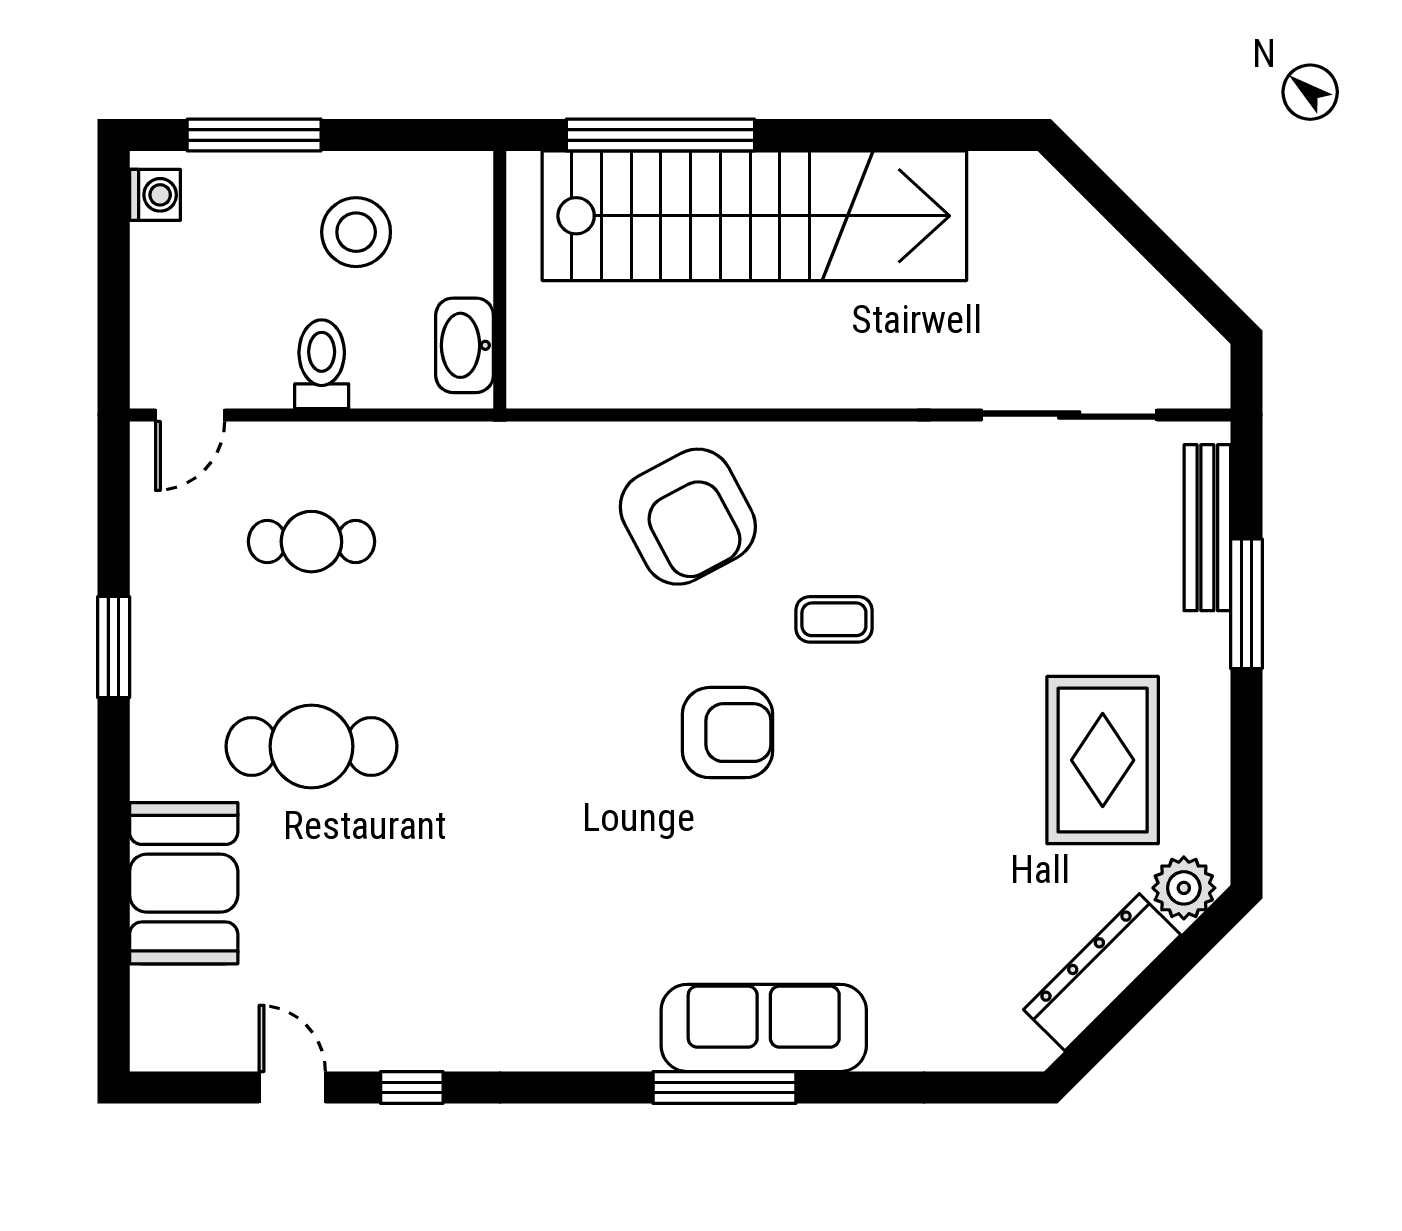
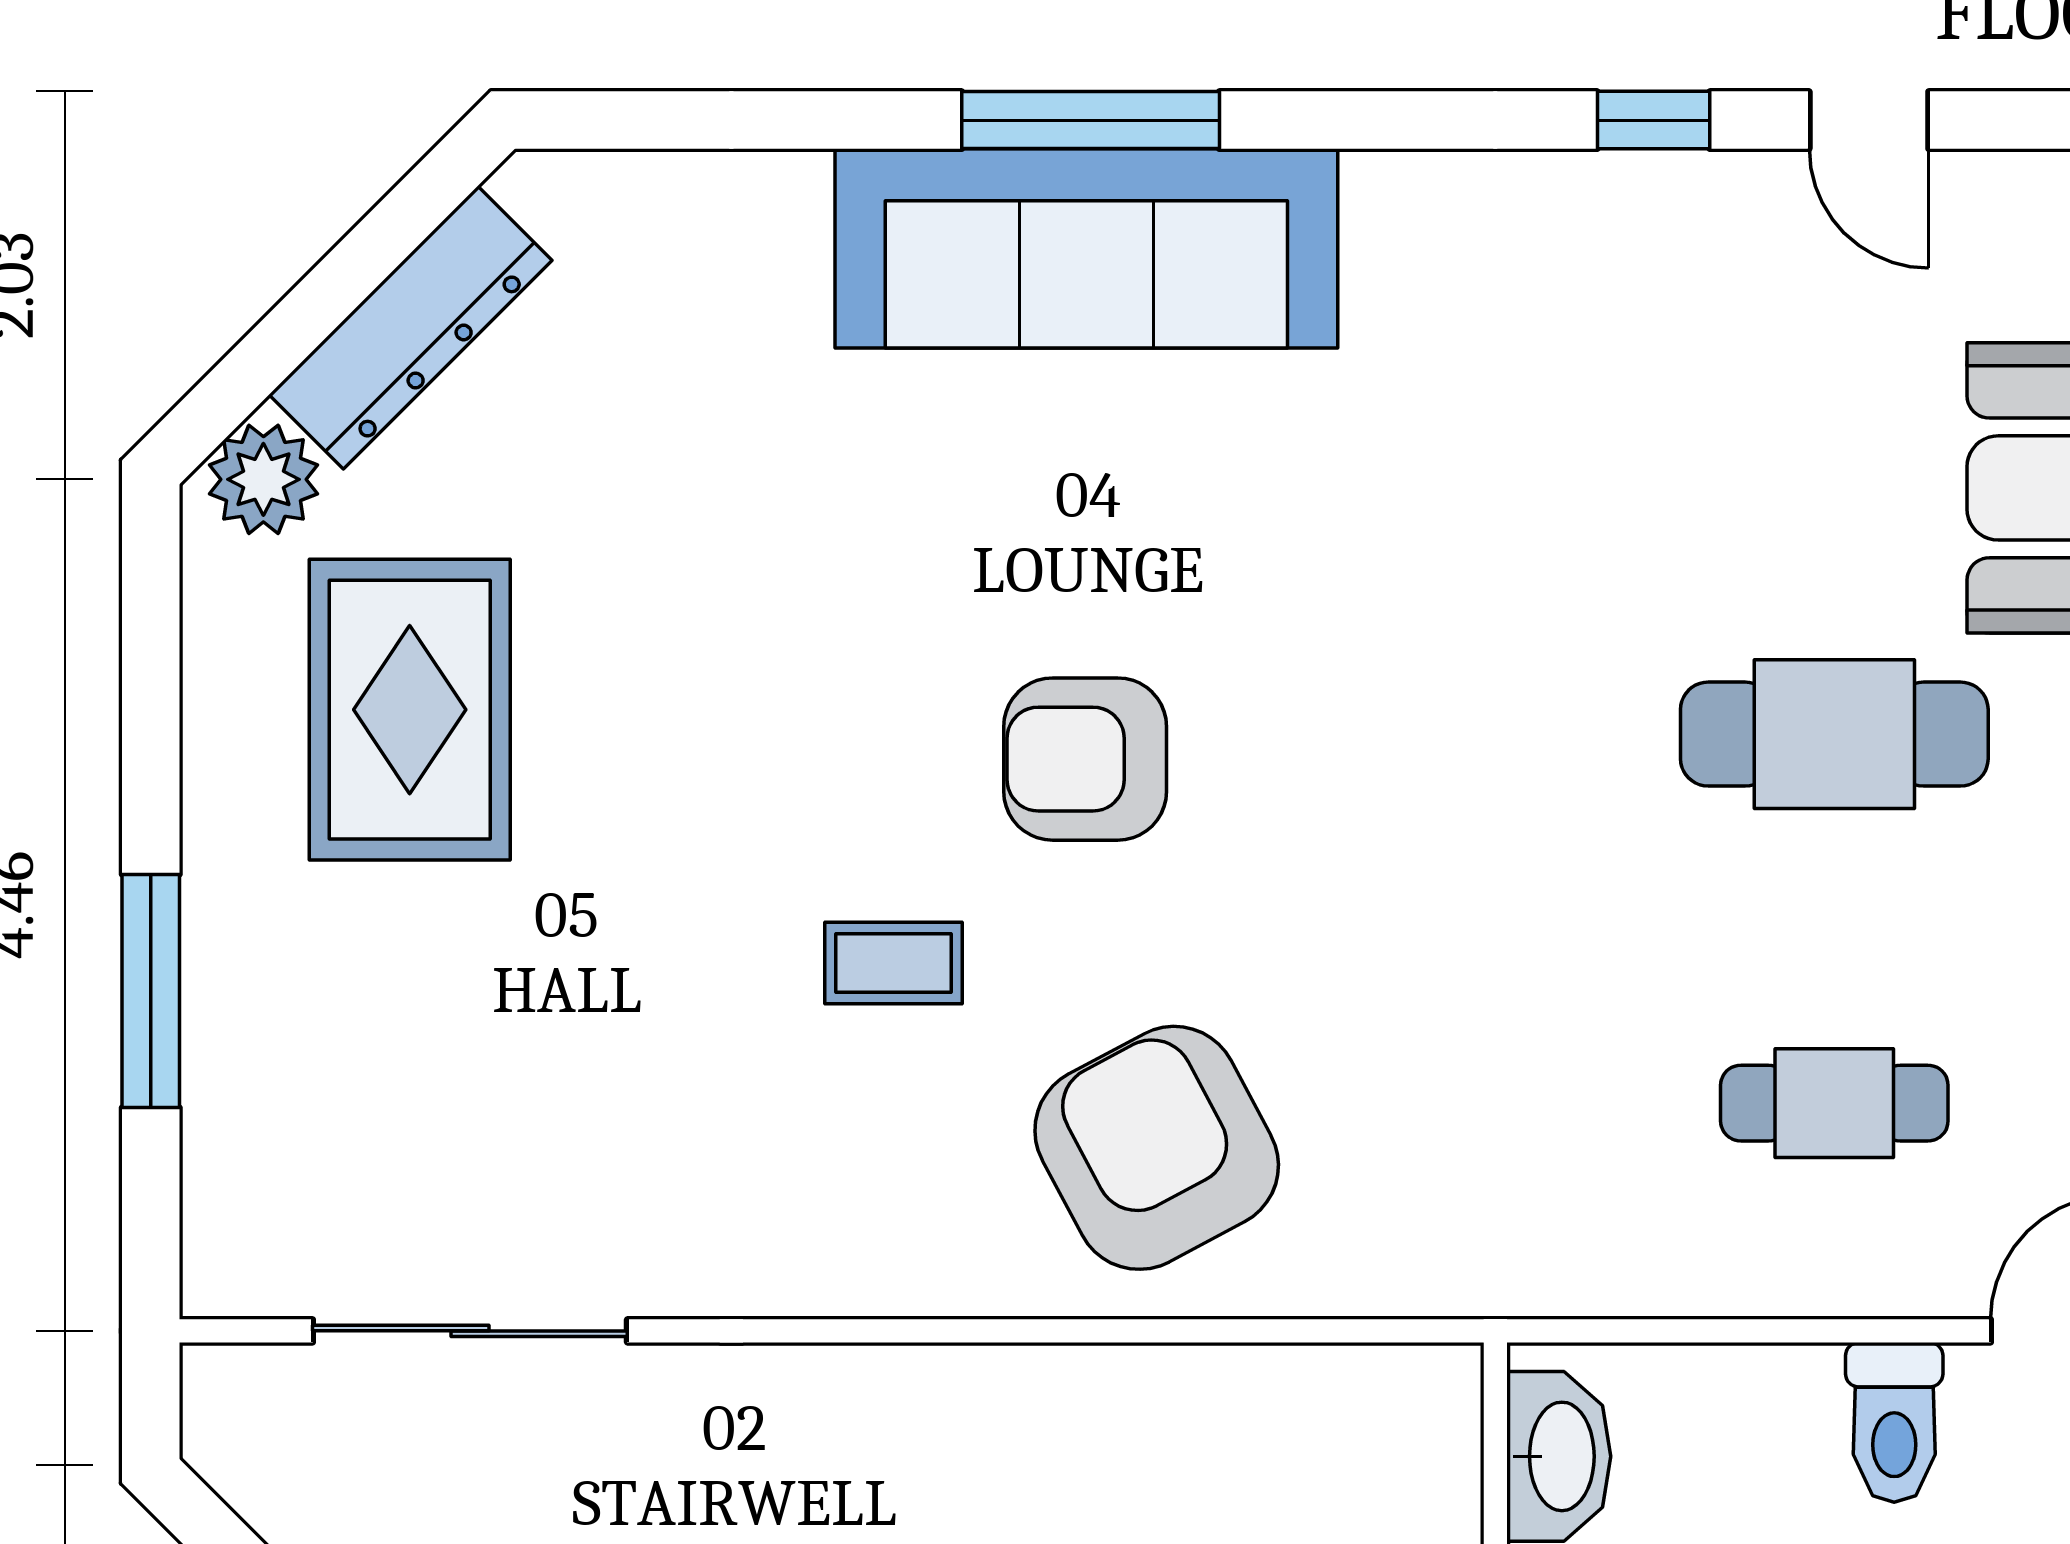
toilet: (322, 364) -> (1894, 1422), moved
bench: (1207, 528) -> (221, 1128), removed
sofa: (764, 1028) -> (1086, 248), width x1.36, depth x1.27

